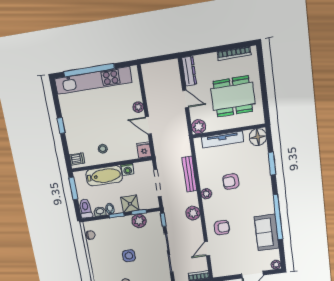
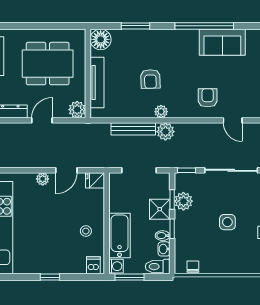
dining table: (233, 96) -> (48, 64), turned 90
washing machine: (128, 169) -> (116, 266), moved
plant: (193, 213) -> (165, 132), moved

